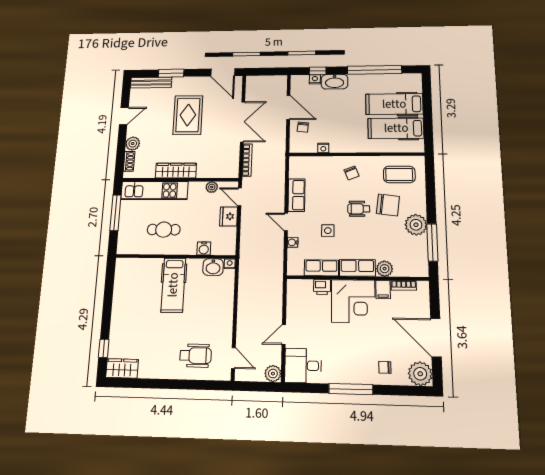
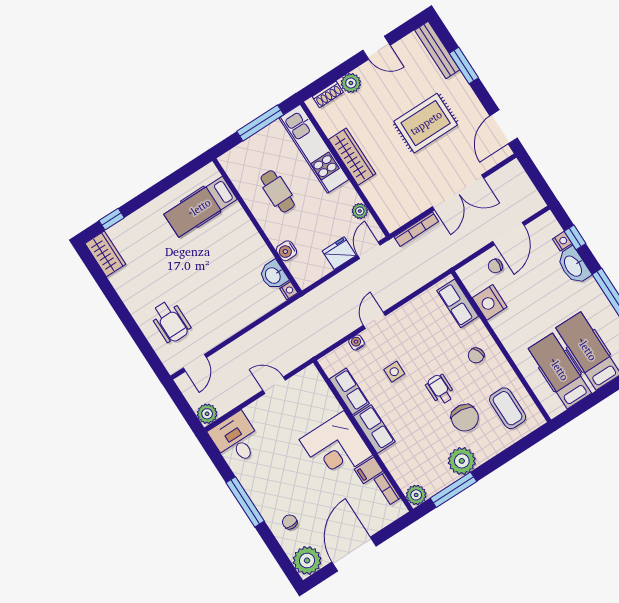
nightstand: (323, 148) -> (490, 302), width x1.89, depth x1.79
row of seats: (296, 195) -> (458, 303), moved, turned 90
plant: (385, 269) -> (416, 495), moved
hospital bed: (173, 285) -> (201, 207), moved
printer: (322, 287) -> (329, 405), removed
door: (284, 335) -> (274, 385), moved

